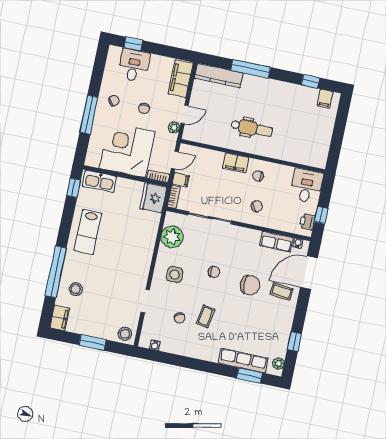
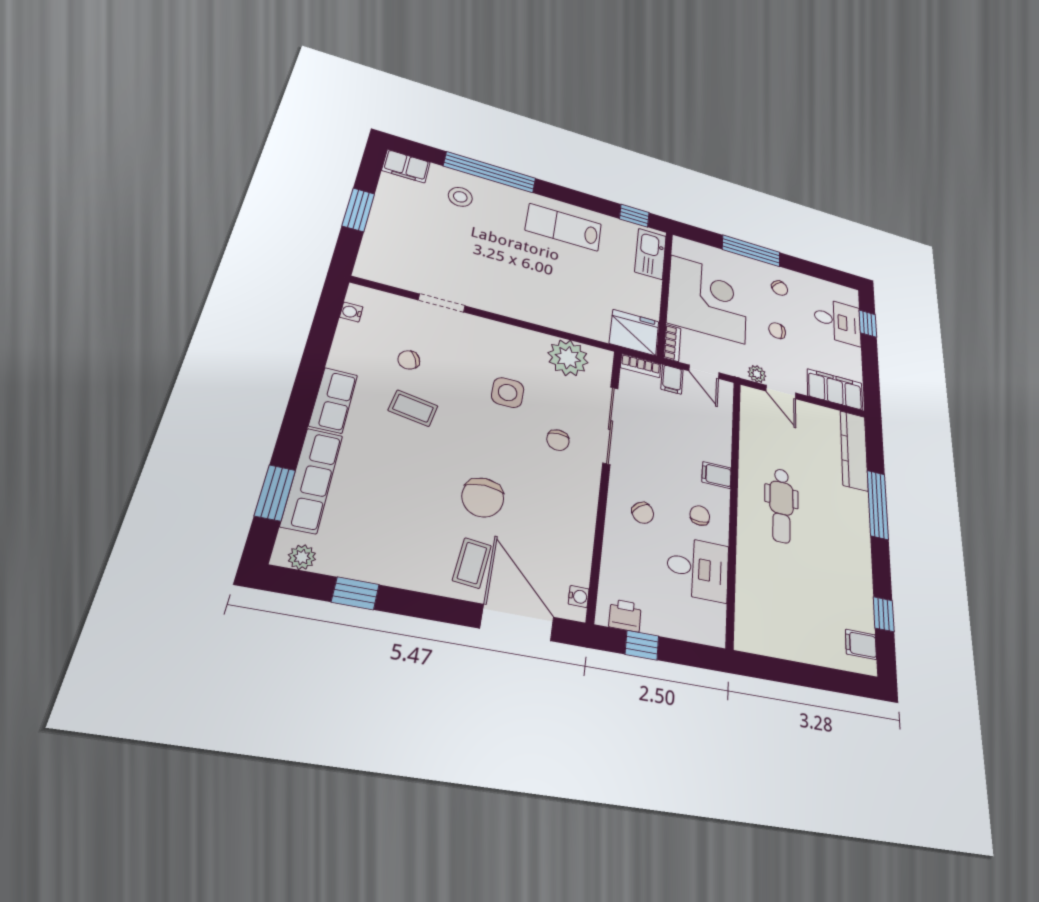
filing cabinet: (236, 163) -> (717, 475), width x0.50
desk: (306, 186) -> (698, 569), moved
row of seats: (276, 242) -> (333, 400), moved, turned 180
chair: (214, 272) -> (558, 440), moved
side table: (175, 275) -> (508, 393), moved
stool: (125, 334) -> (375, 263), removed

